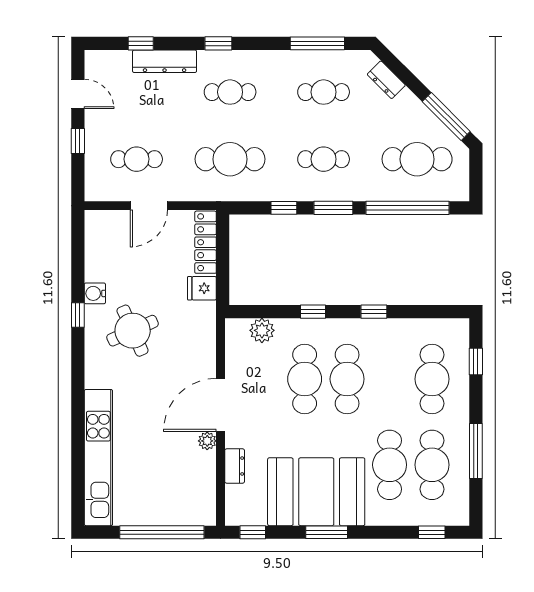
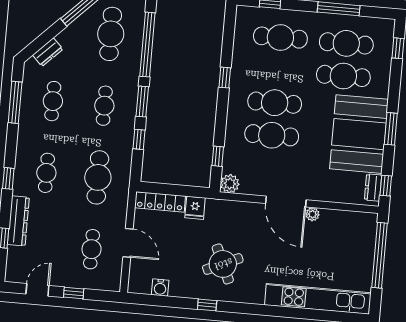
water cooler: (95, 293) -> (160, 288), moved
window: (313, 312) -> (218, 156), moved
plant: (262, 330) -> (230, 184), moved
dresser: (235, 466) -> (373, 187), moved, turned -90

